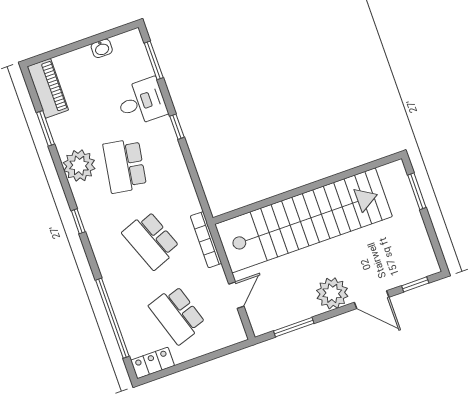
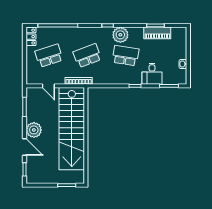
piano: (48, 88) -> (157, 33), moved
plant: (79, 166) -> (120, 35), moved
door: (372, 300) -> (25, 147), swing flipped

